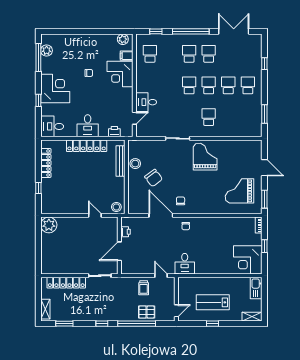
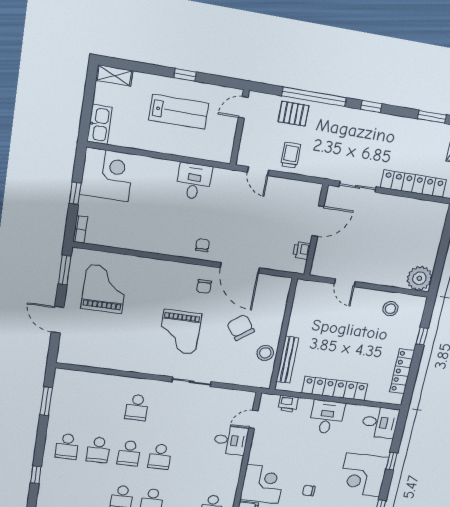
grand piano: (205, 157) -> (180, 332), moved
grand piano: (240, 191) -> (104, 289), turned -90
stool: (116, 207) -> (390, 309), moved
desk: (185, 264) -> (194, 181), moved

